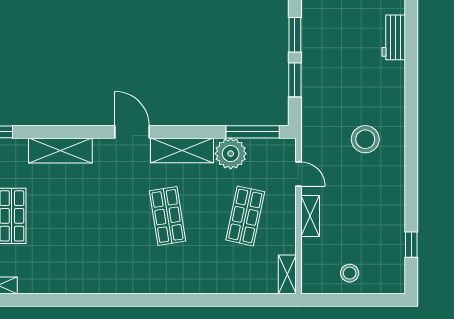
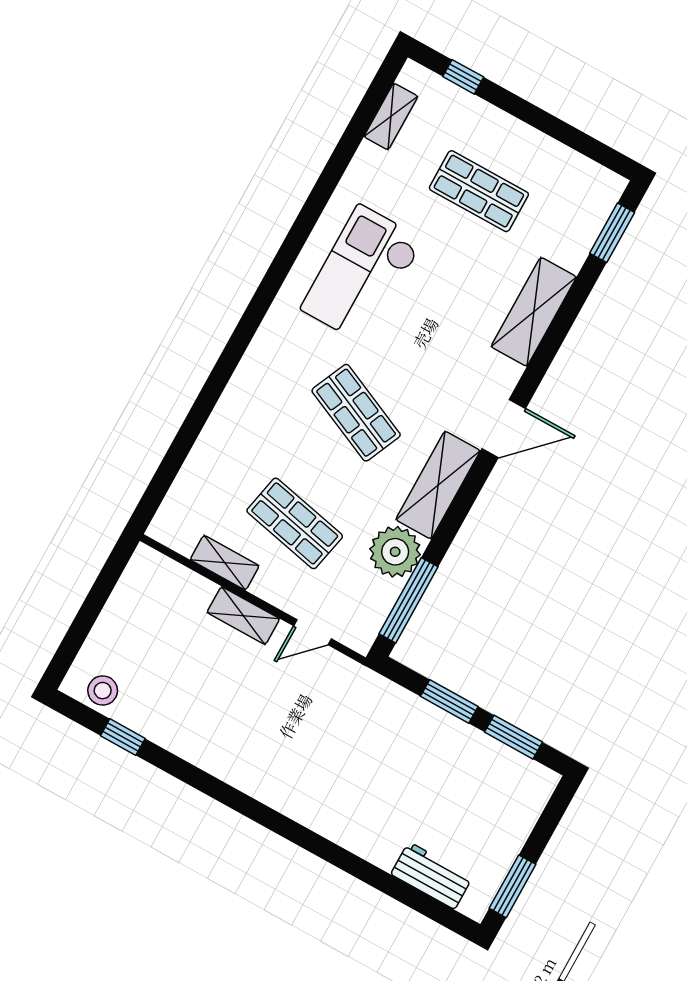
stool: (365, 139) -> (309, 755), removed
shop shelf: (167, 216) -> (356, 413), turned 33
checkout: (91, 254) -> (362, 274), added
stool: (350, 273) -> (103, 691), moved
shelving: (287, 274) -> (225, 563), moved

